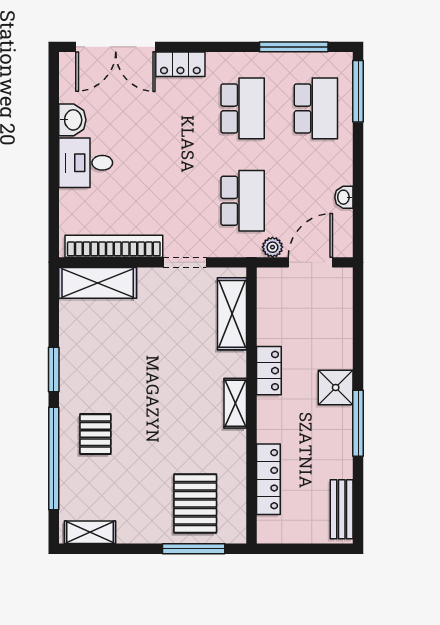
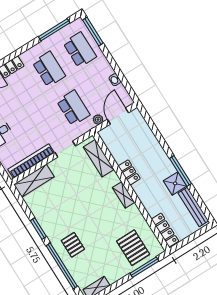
shower: (336, 387) -> (175, 183), moved
locker: (268, 479) -> (165, 230), moved
bench: (342, 509) -> (193, 207), width x1.36

